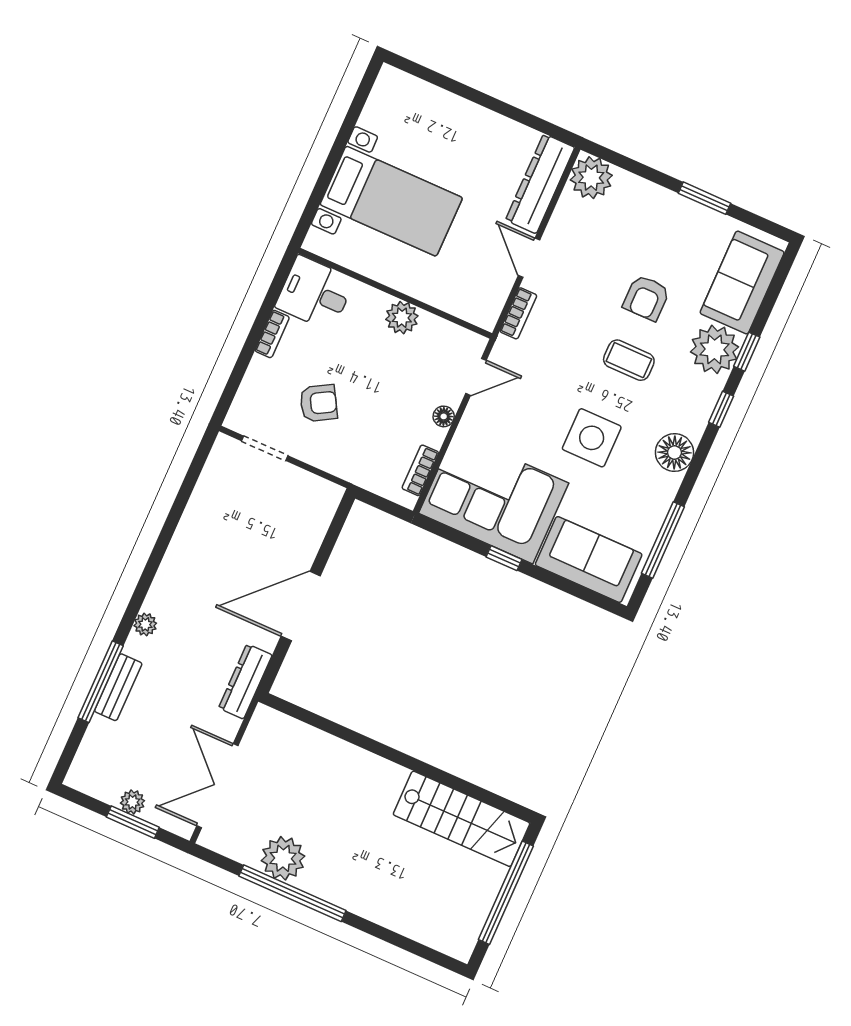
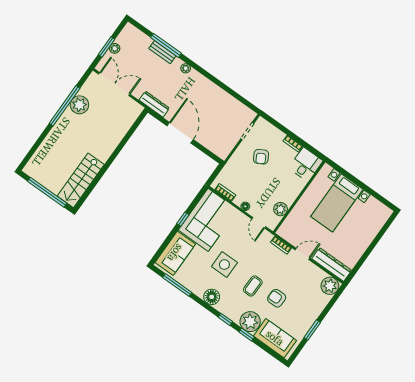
plant: (402, 318) -> (281, 209), moved

